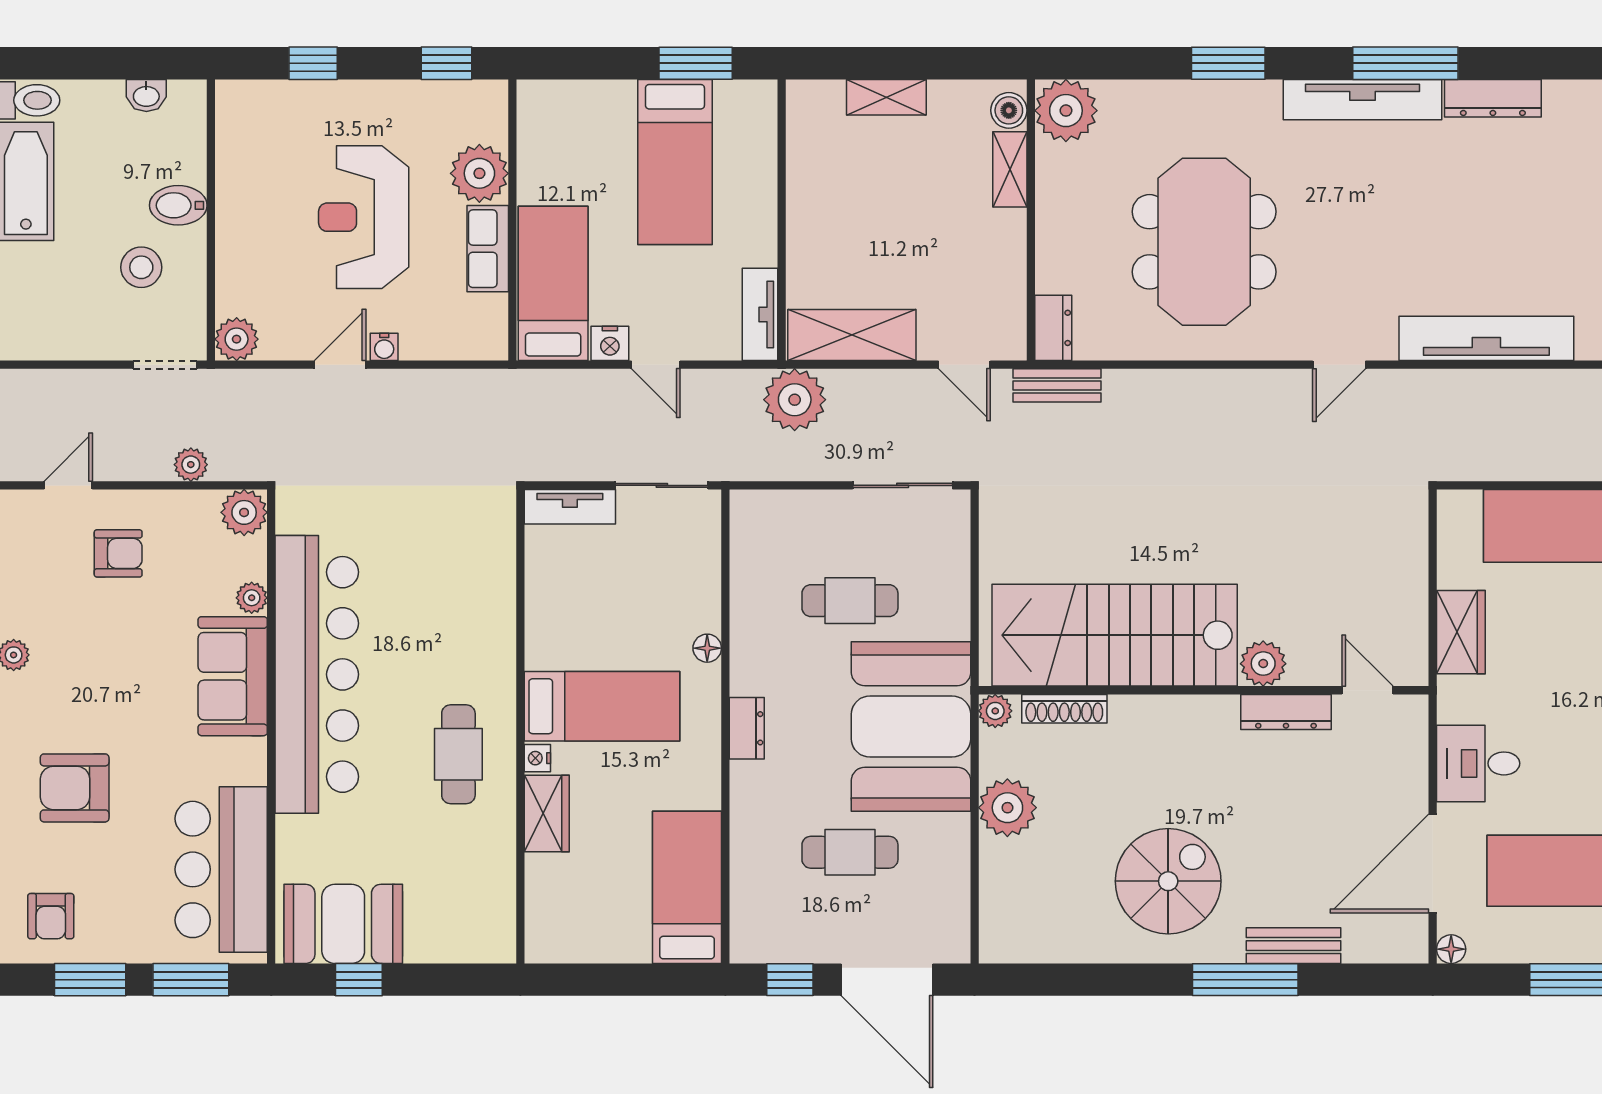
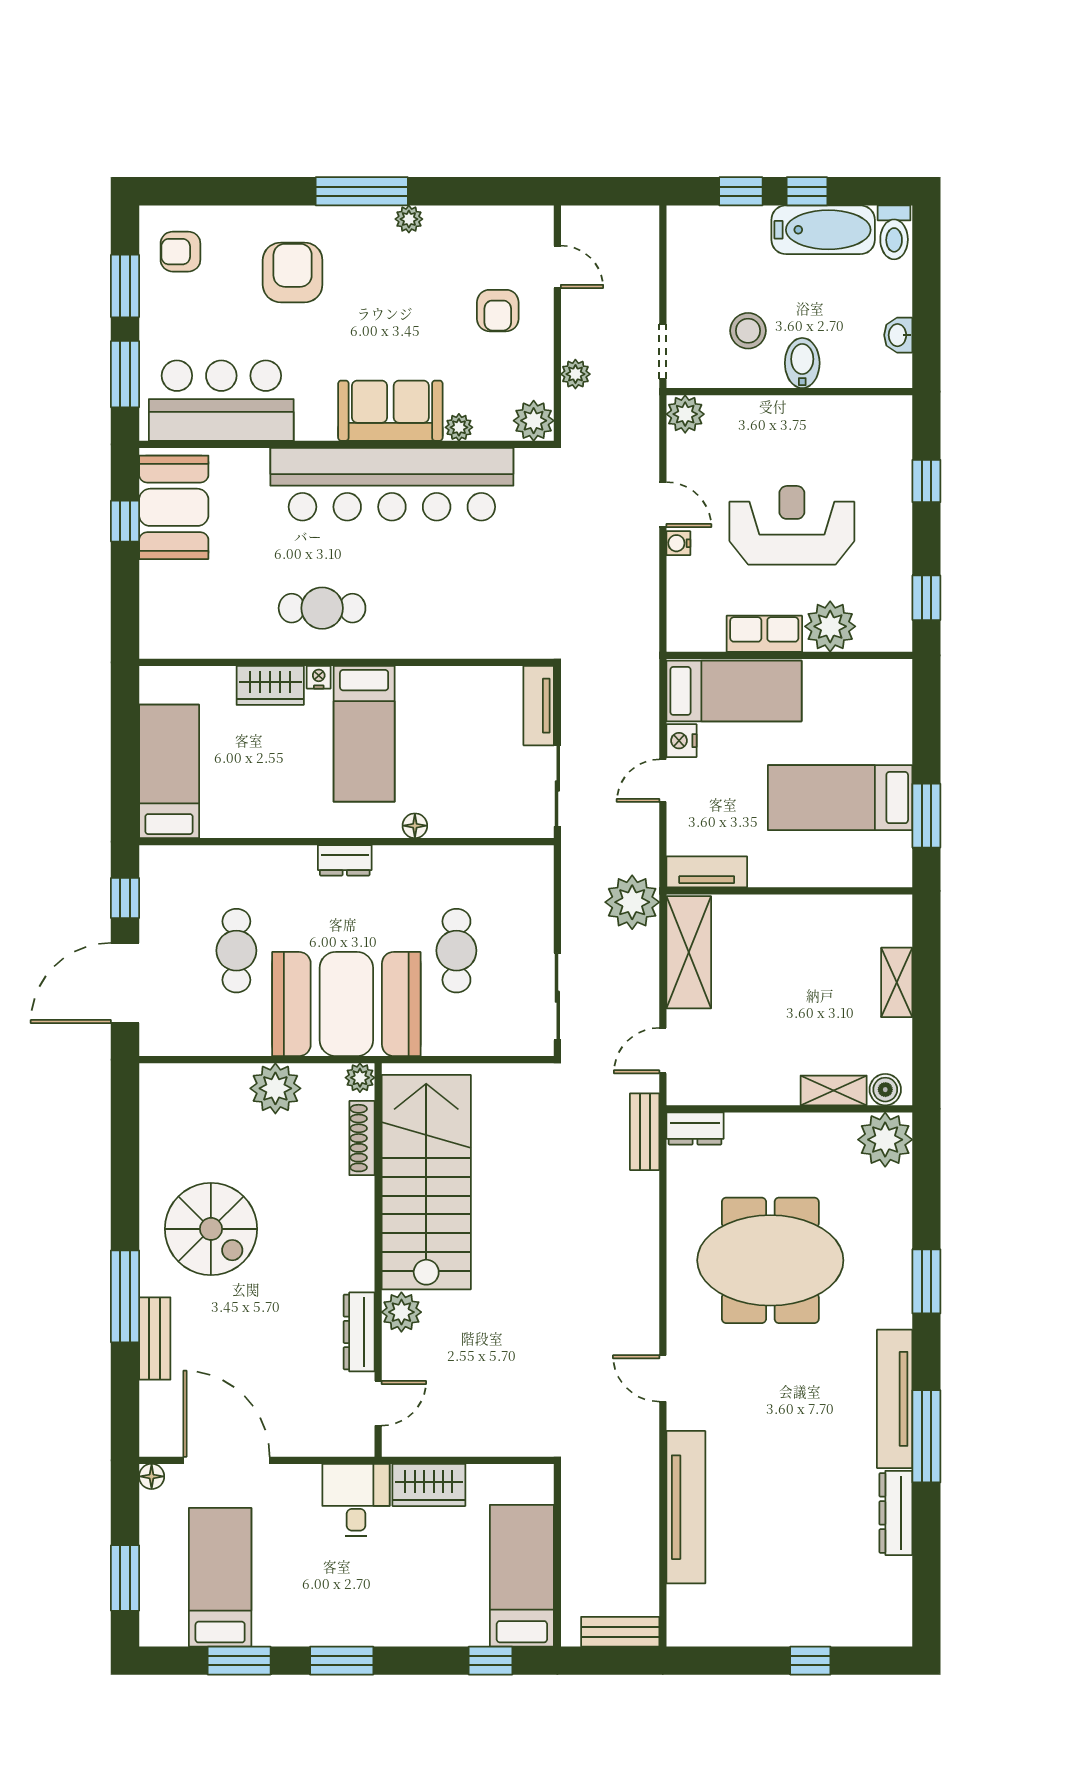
desk: (1478, 763) -> (356, 1500), moved
bed: (687, 887) -> (169, 771), moved, turned -90

